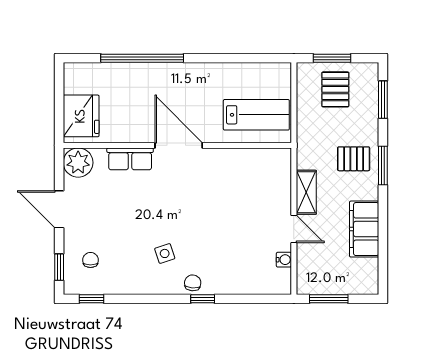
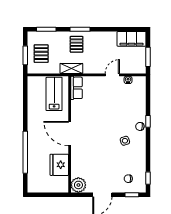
pallet: (335, 89) -> (41, 54), turned 90
fridge: (81, 116) -> (59, 165), moved, turned -90
door: (179, 145) -> (70, 134), hinge flipped
row of seats: (130, 159) -> (77, 88), moved
shelving: (306, 192) -> (71, 68), moved
filing cabinet: (364, 229) -> (132, 39), moved

